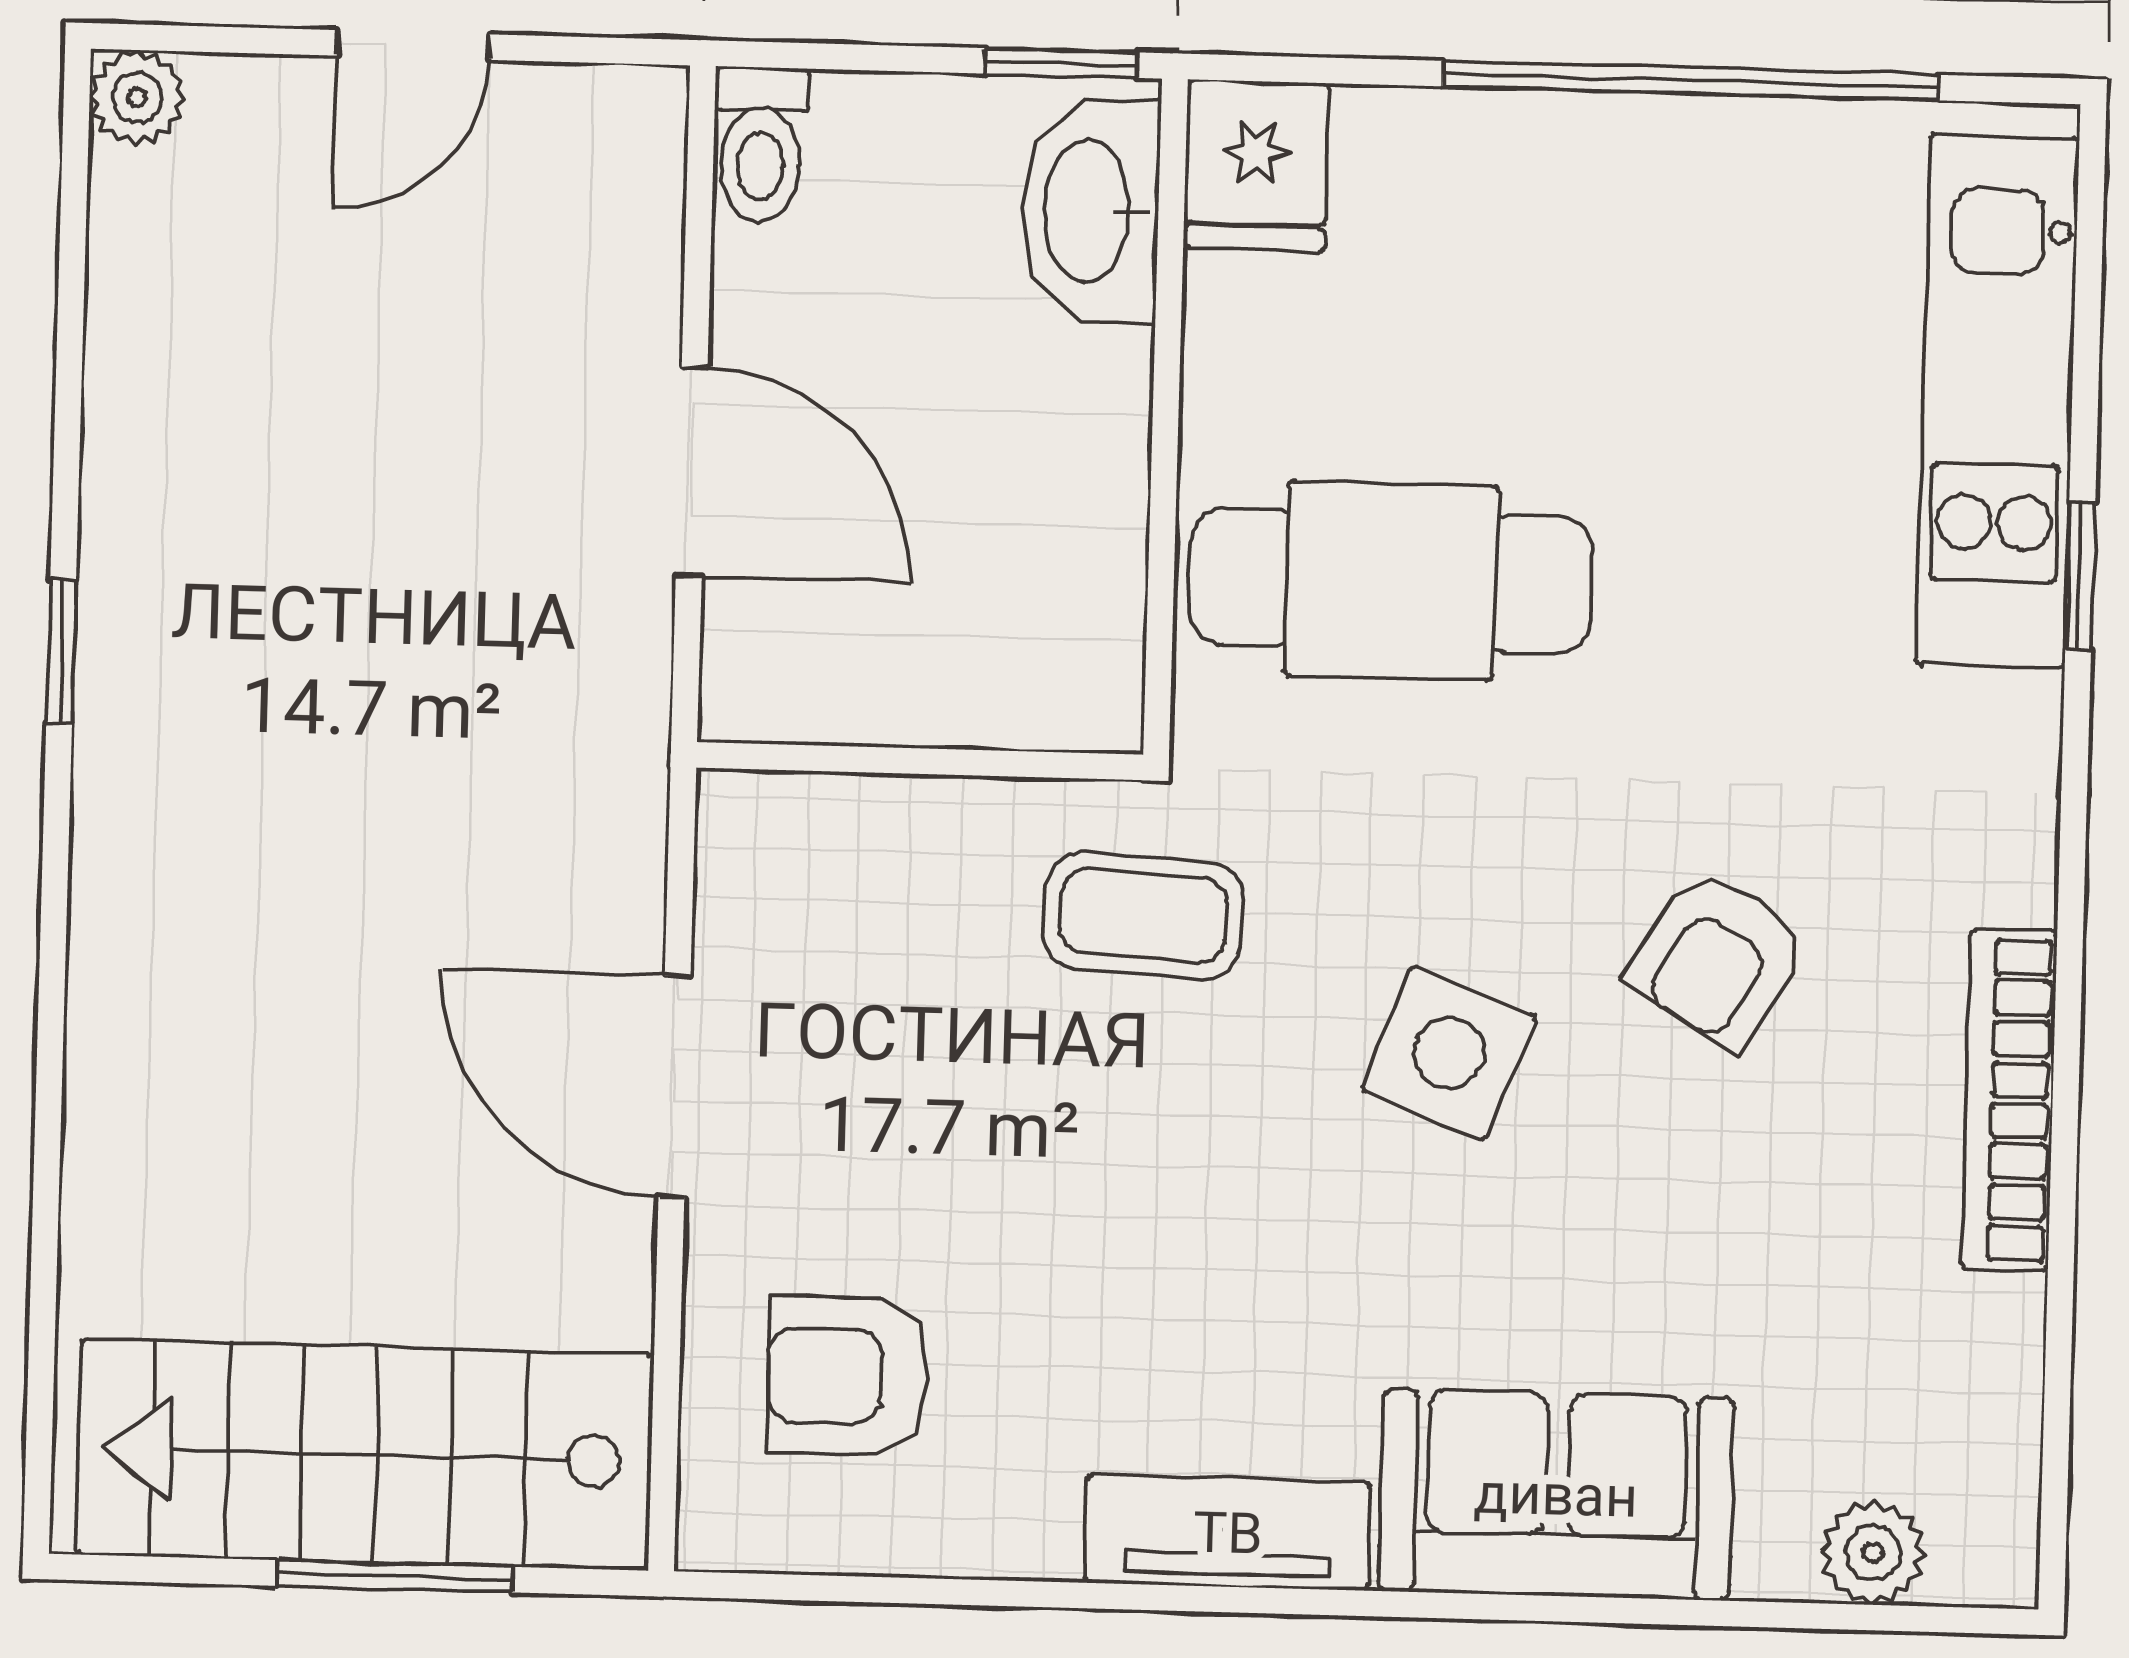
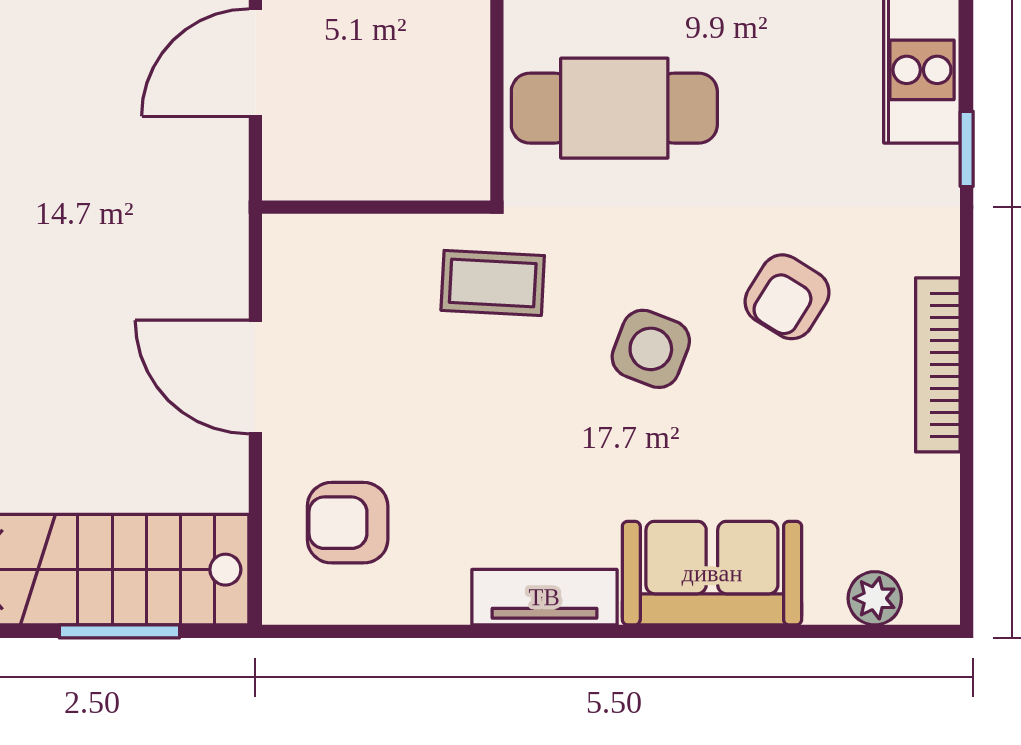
door: (692, 472) -> (255, 62), swing flipped
window: (2080, 576) -> (967, 149), moved

